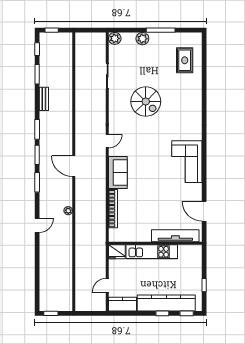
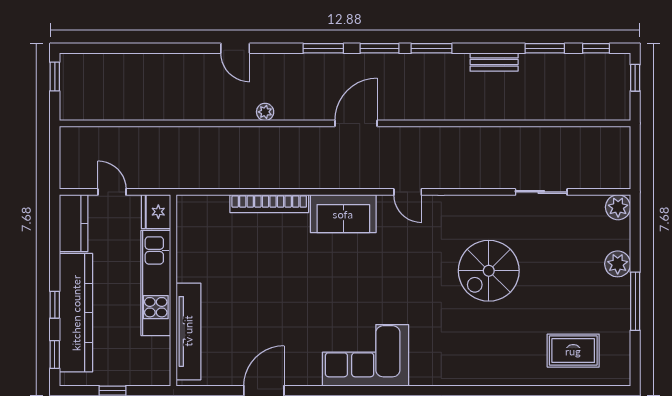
tv unit: (175, 236) -> (188, 331), moved
wall: (155, 243) -> (173, 290), moved
fridge: (117, 252) -> (156, 212), moved
kitchen unit: (152, 252) -> (156, 283), moved

